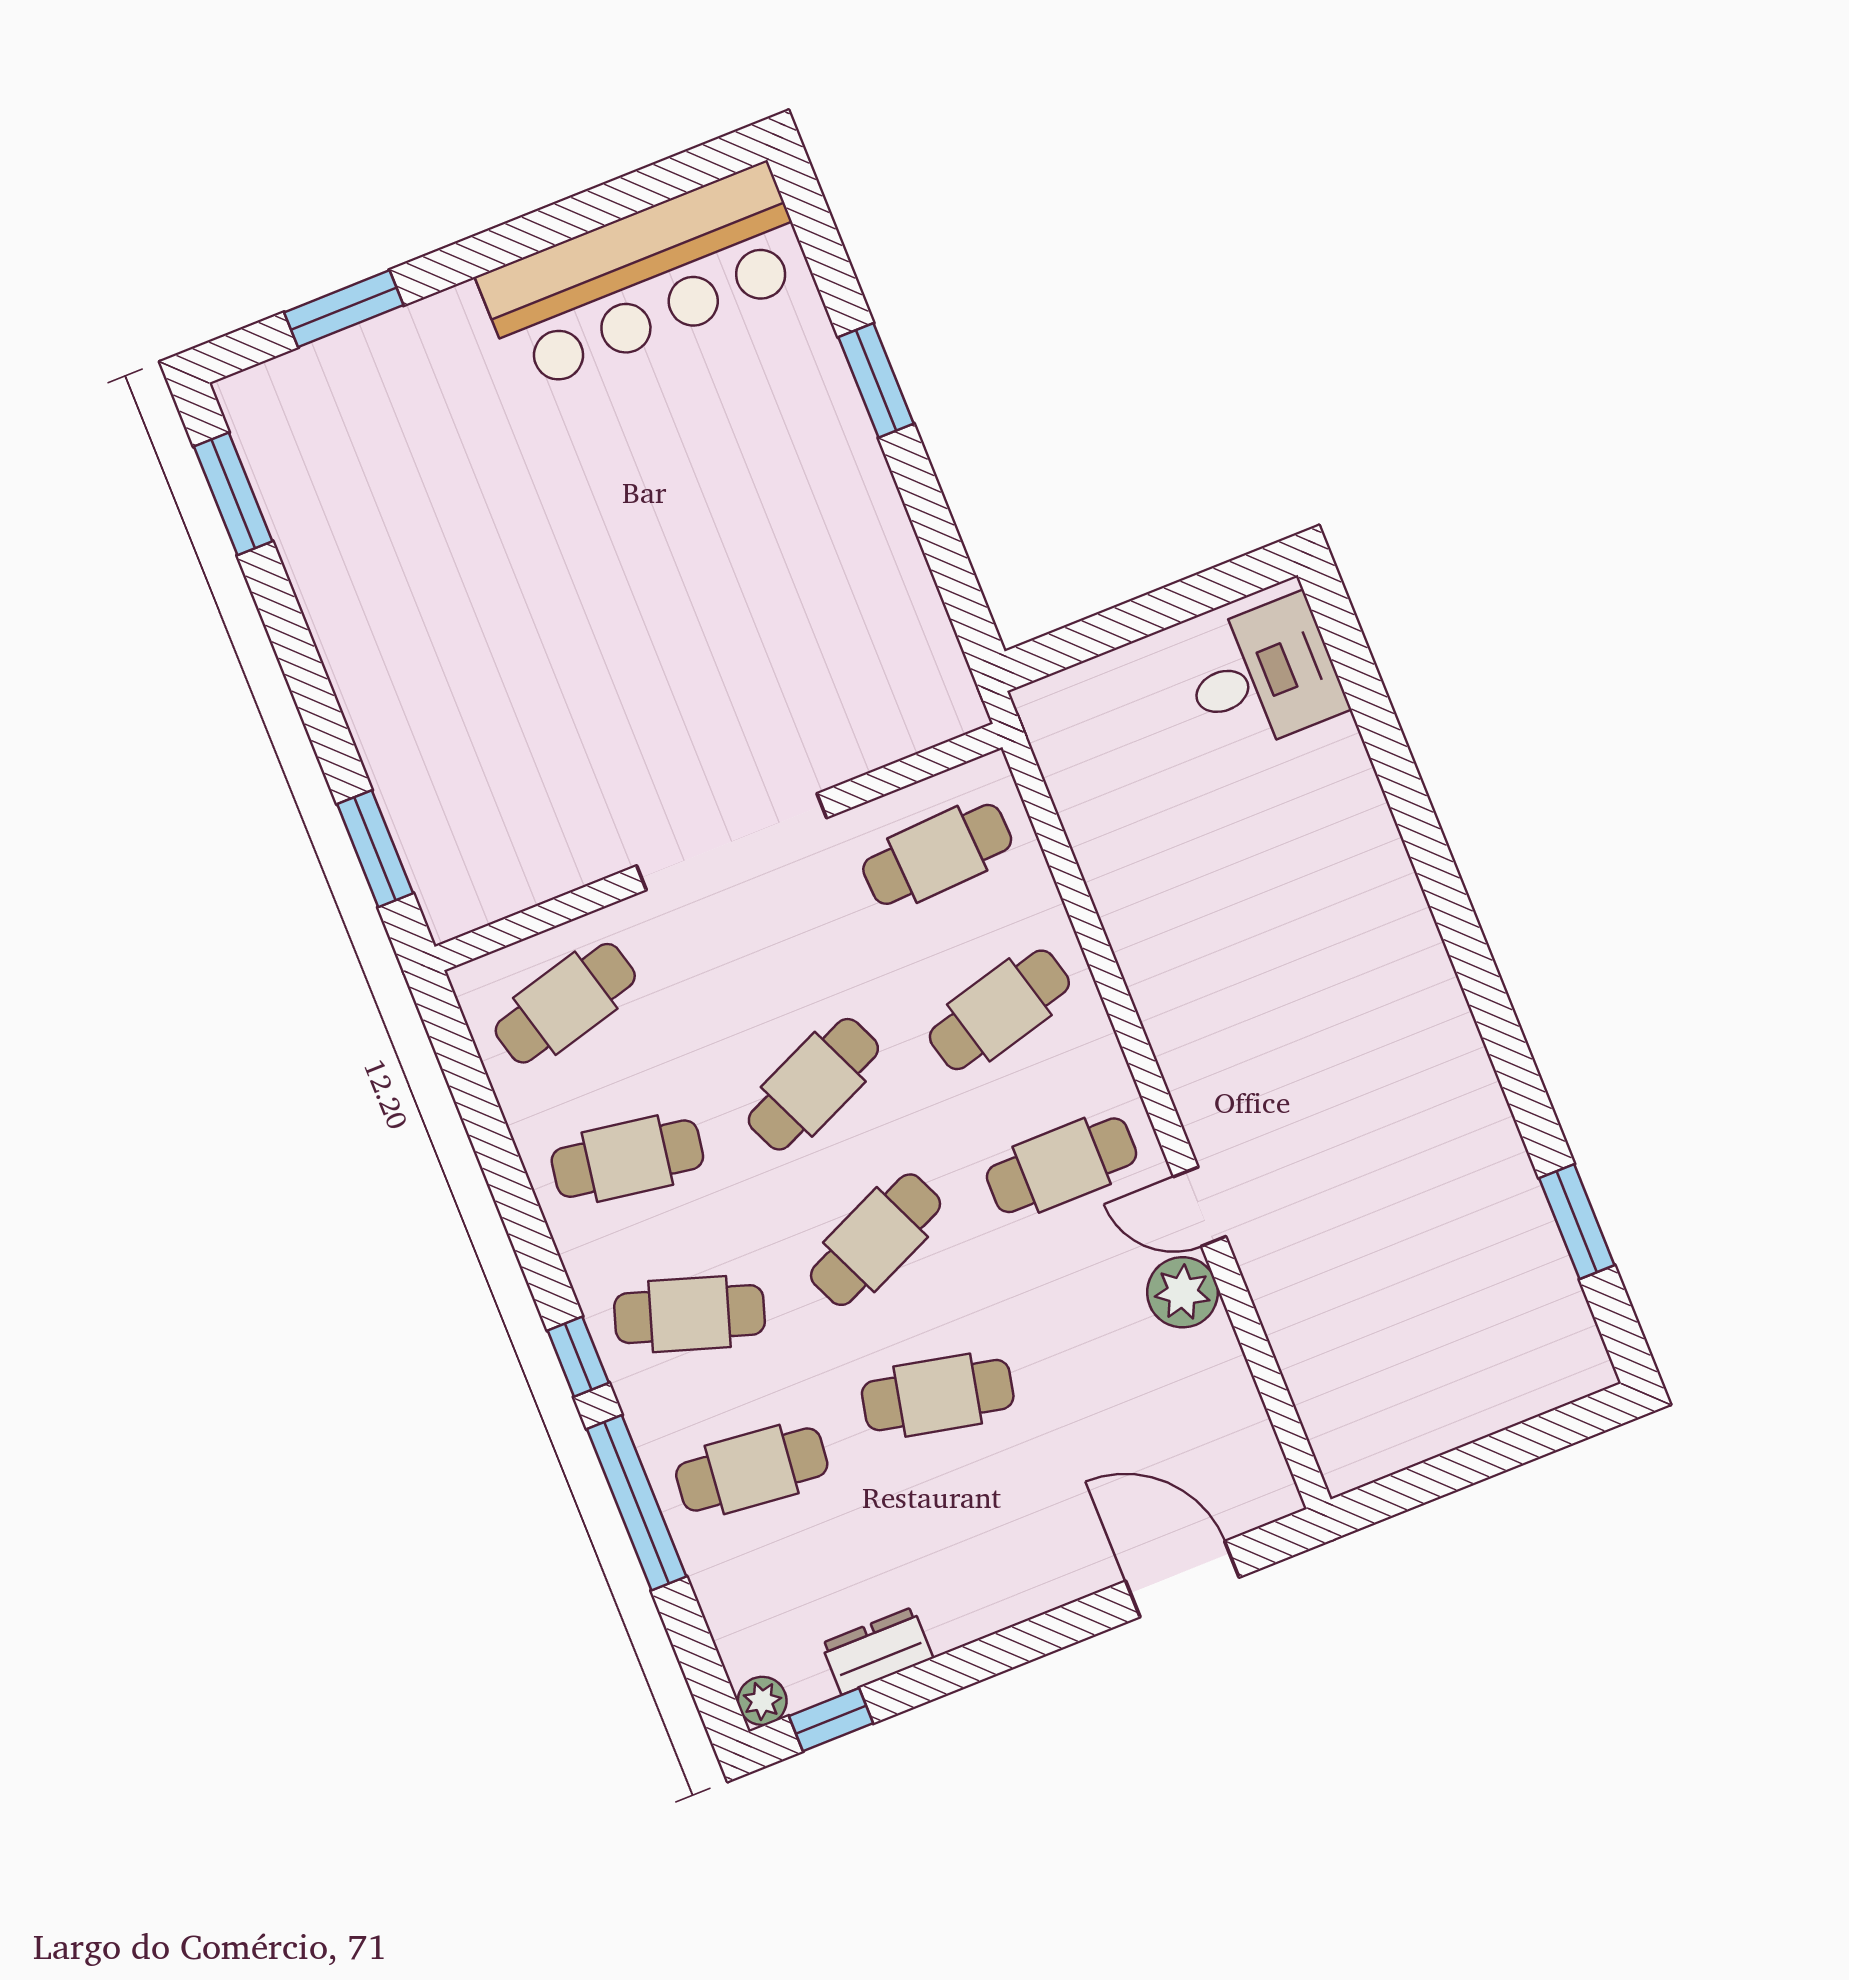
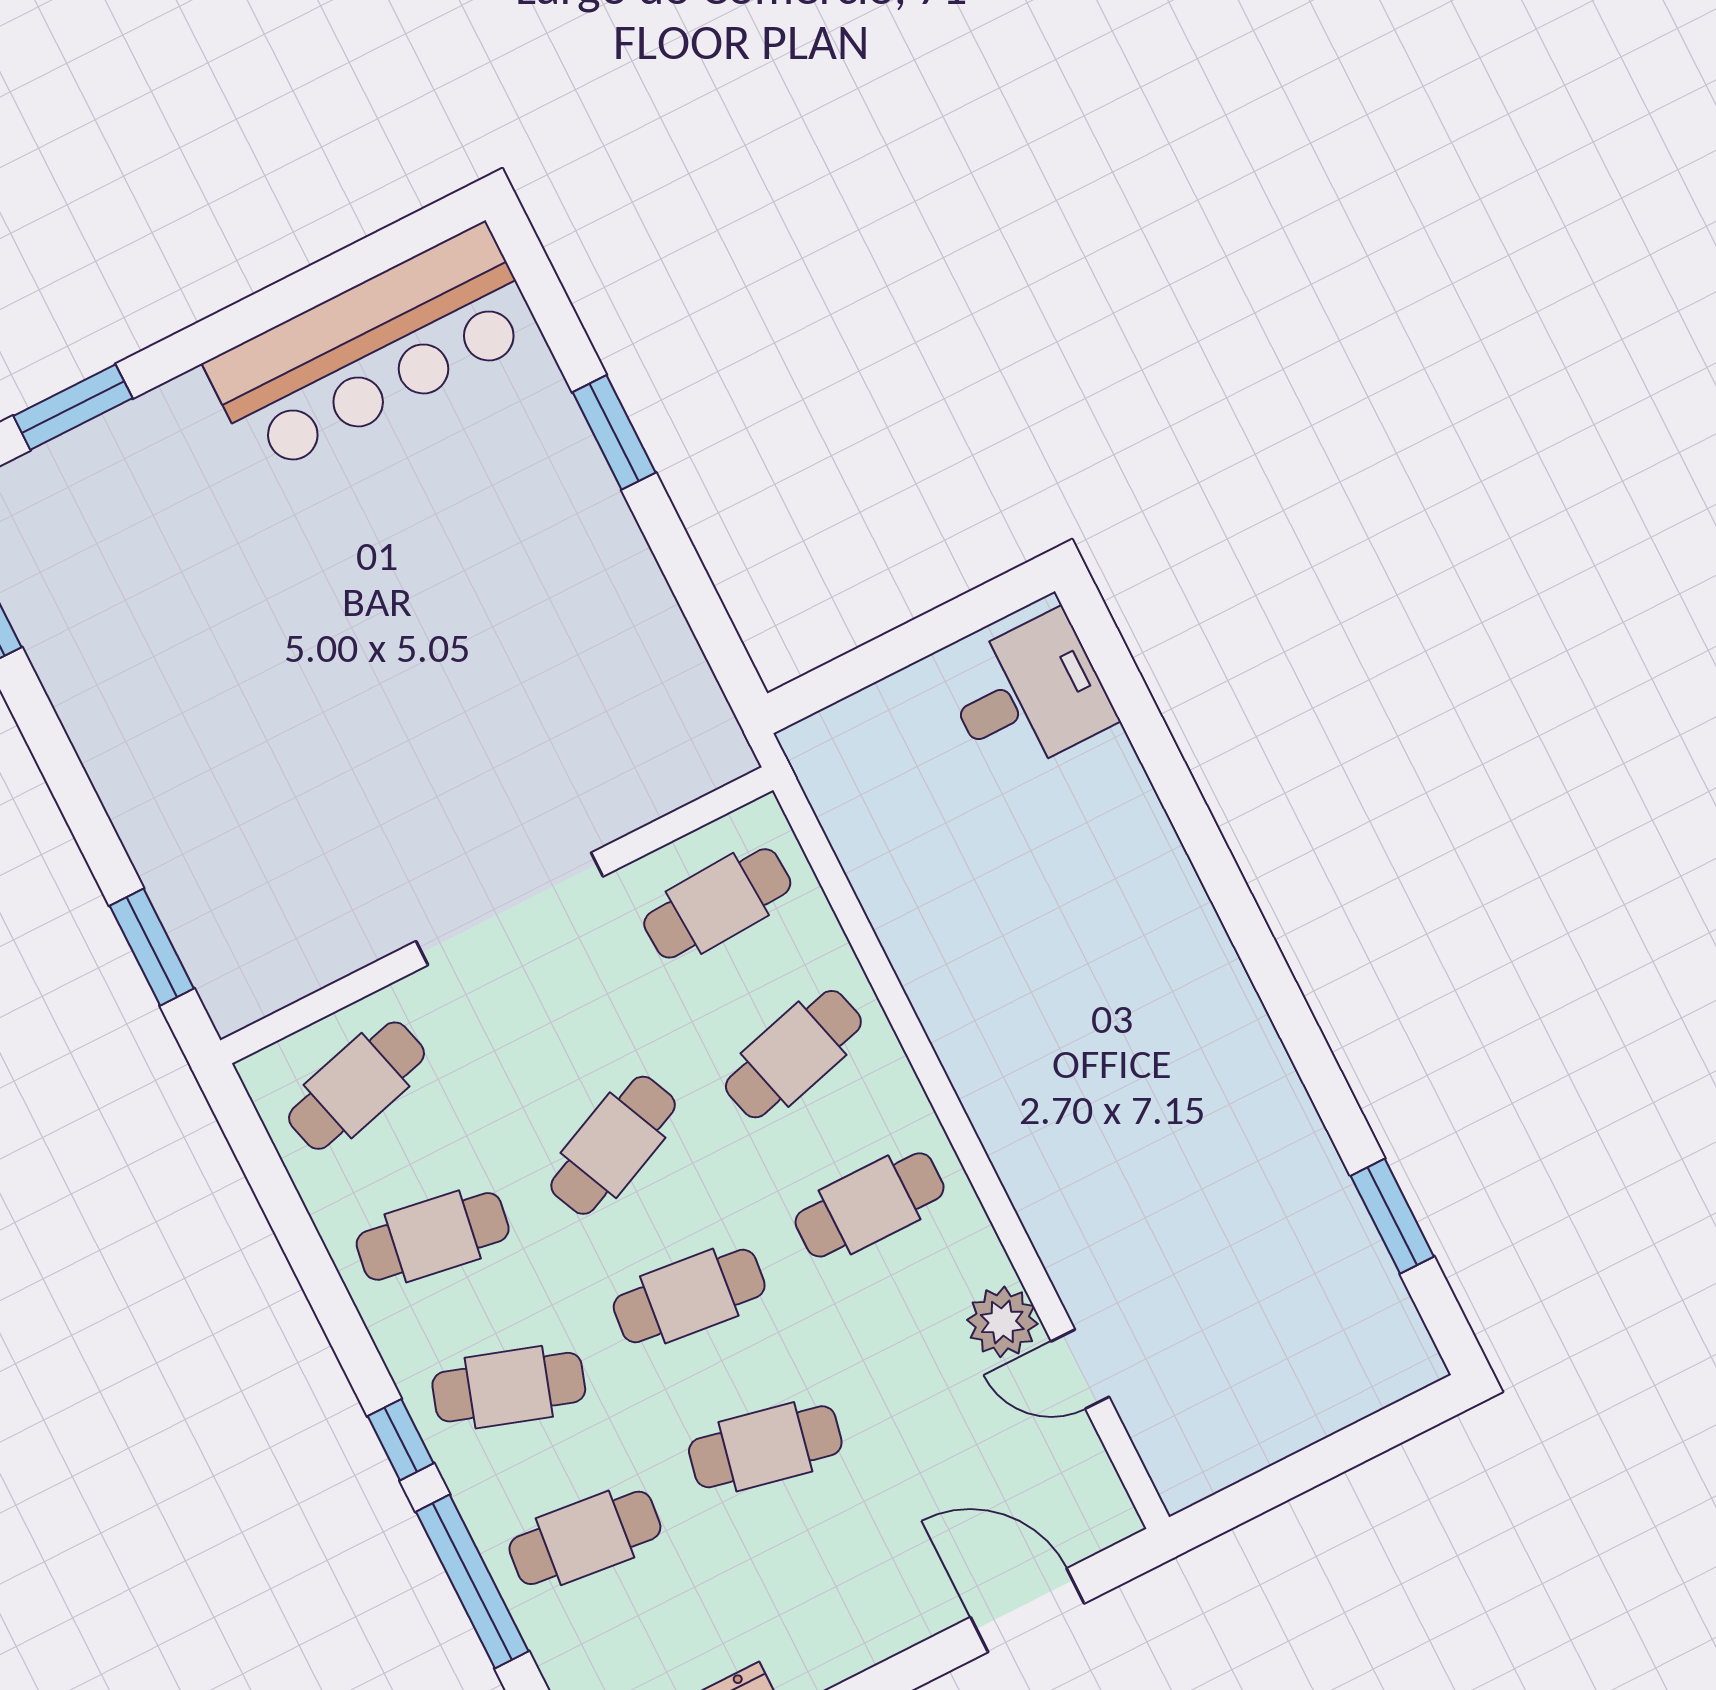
door: (1200, 1207) -> (1080, 1369), moved
cafe table: (876, 1240) -> (689, 1296), turned 30

